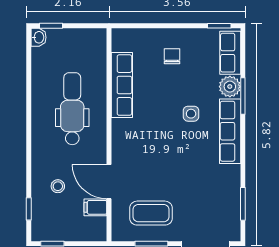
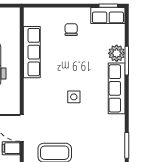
row of seats: (230, 53) -> (108, 15), moved, turned -90
side table: (191, 114) -> (74, 97), moved

